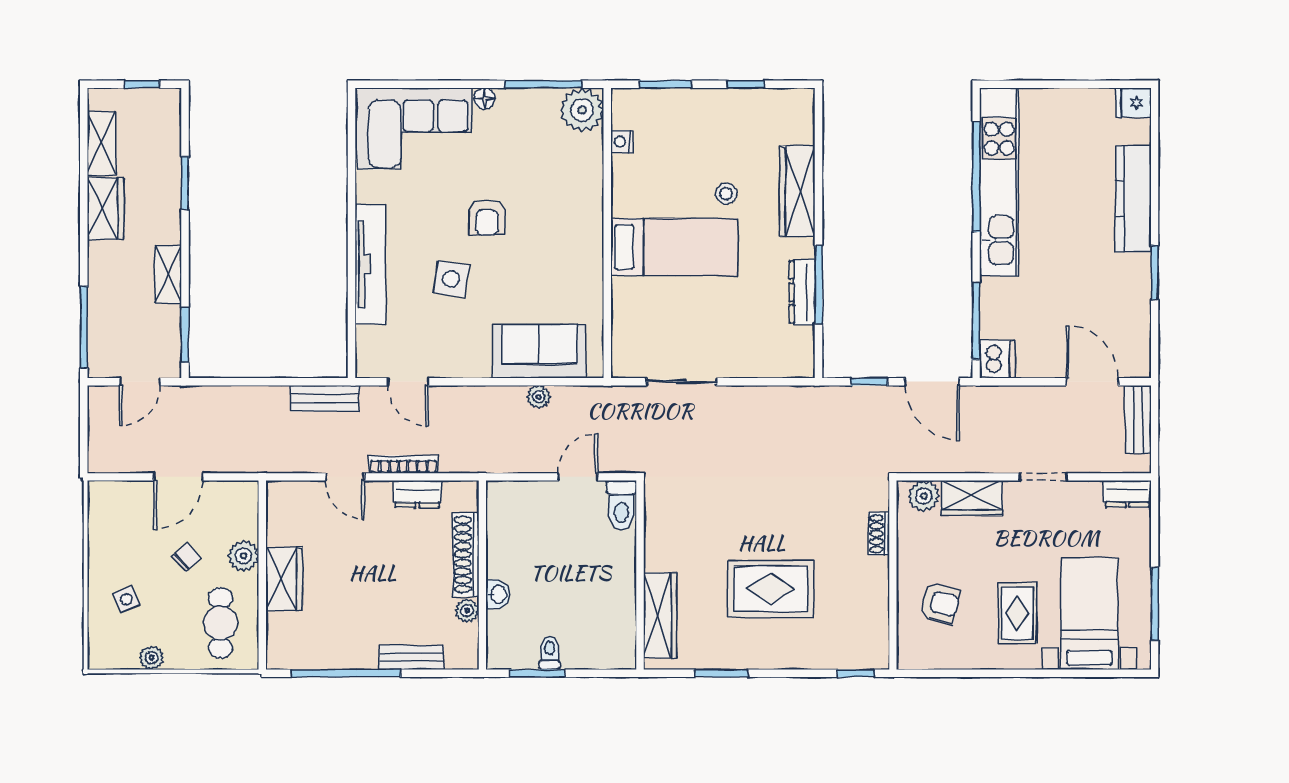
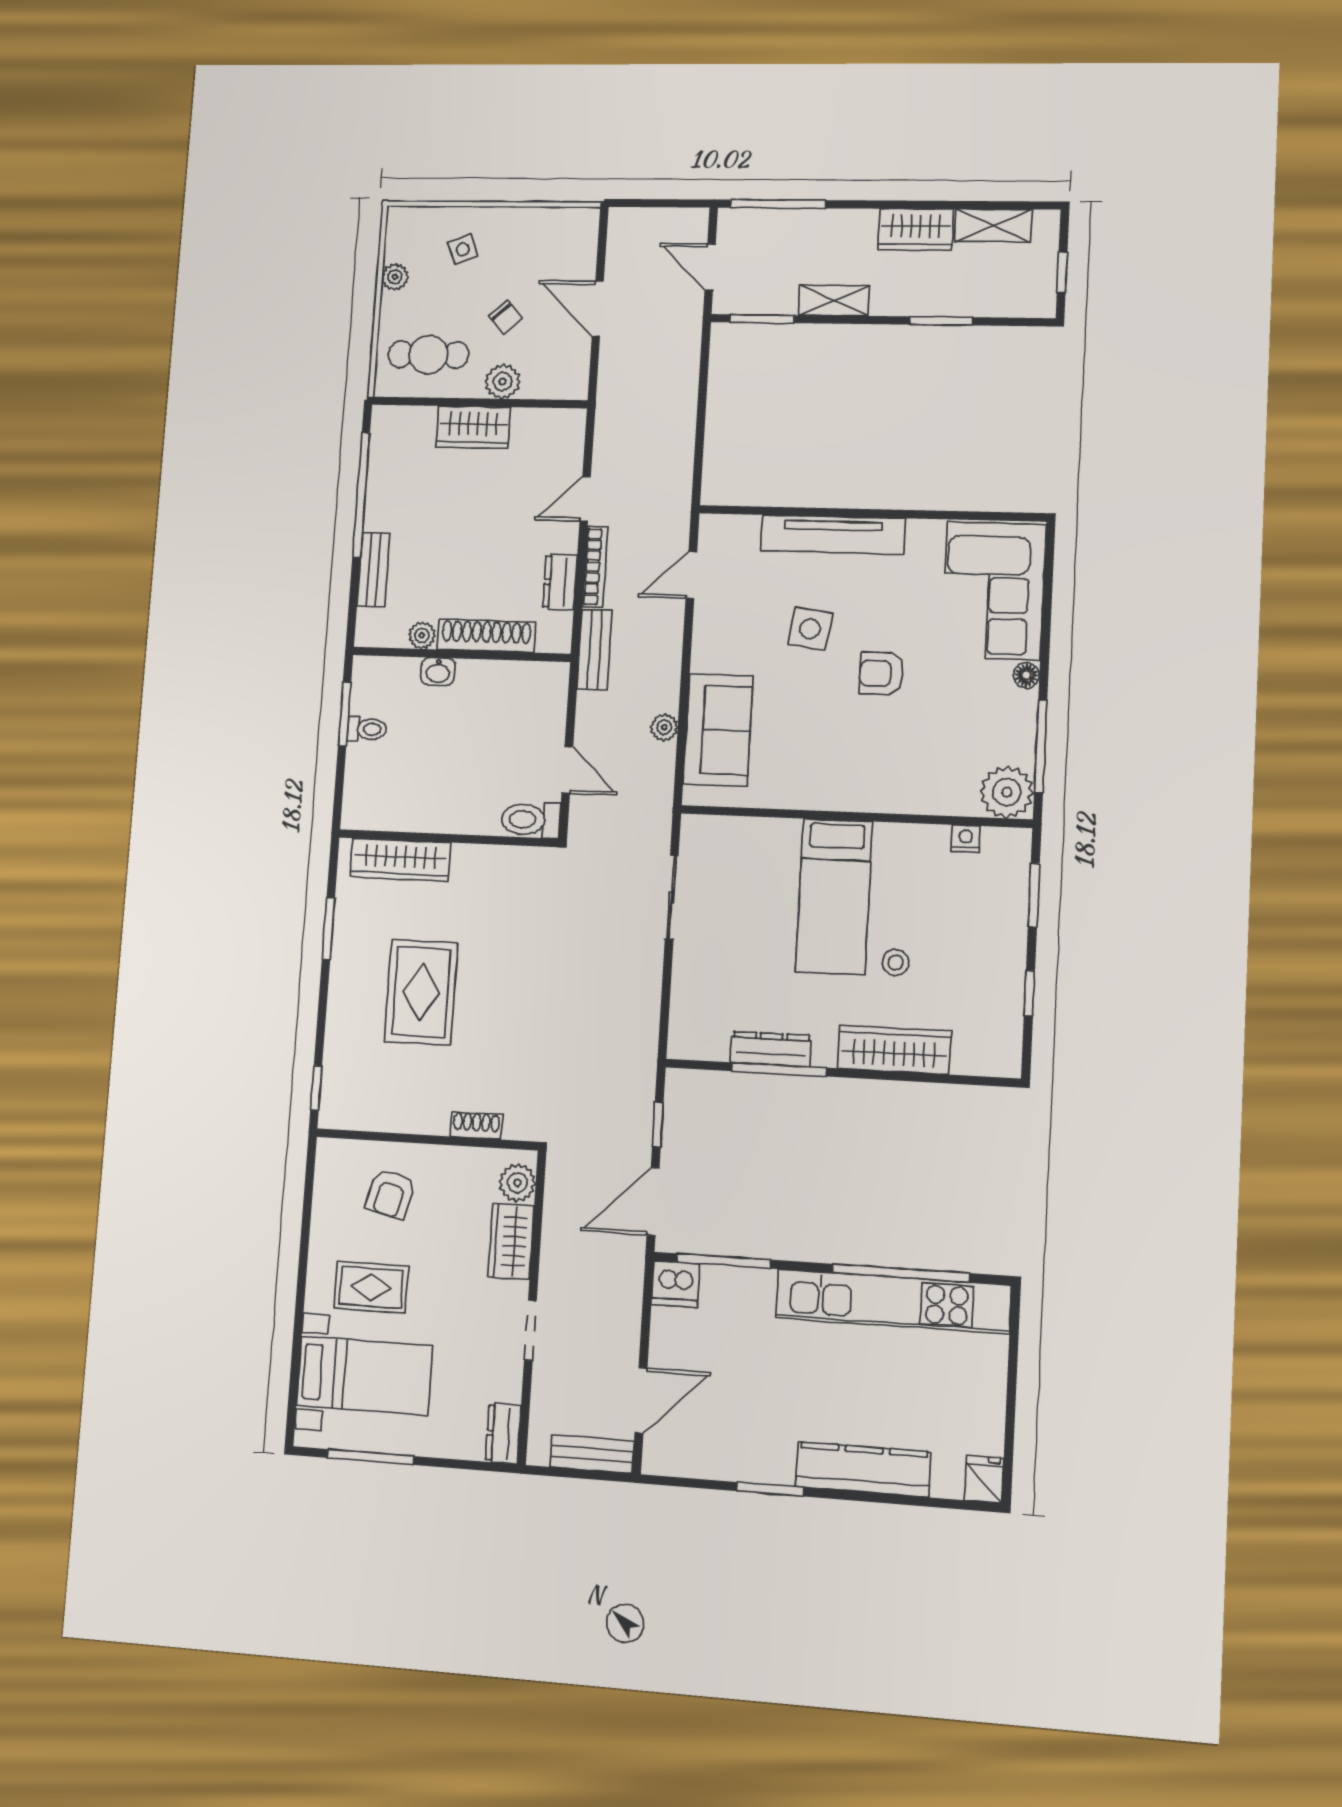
bench: (325, 398) -> (595, 649), moved

